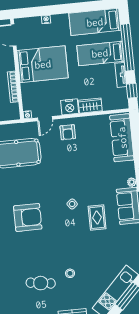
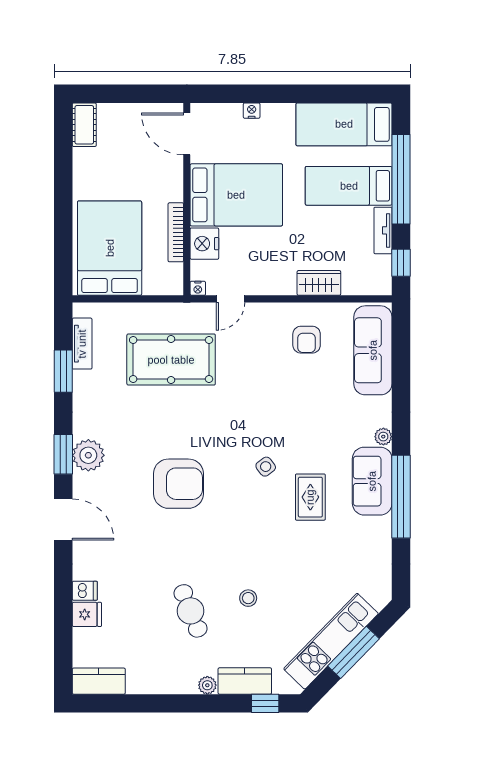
nightstand: (70, 107) -> (204, 244), moved, turned 90
armchair: (68, 132) -> (307, 340), moved
cafe table: (41, 283) -> (191, 611), turned 60

